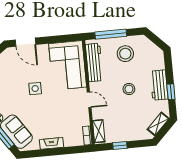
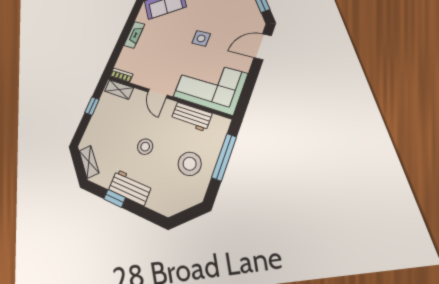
workbench: (94, 62) -> (191, 117), width x0.73
door: (89, 100) -> (158, 94), hinge flipped

